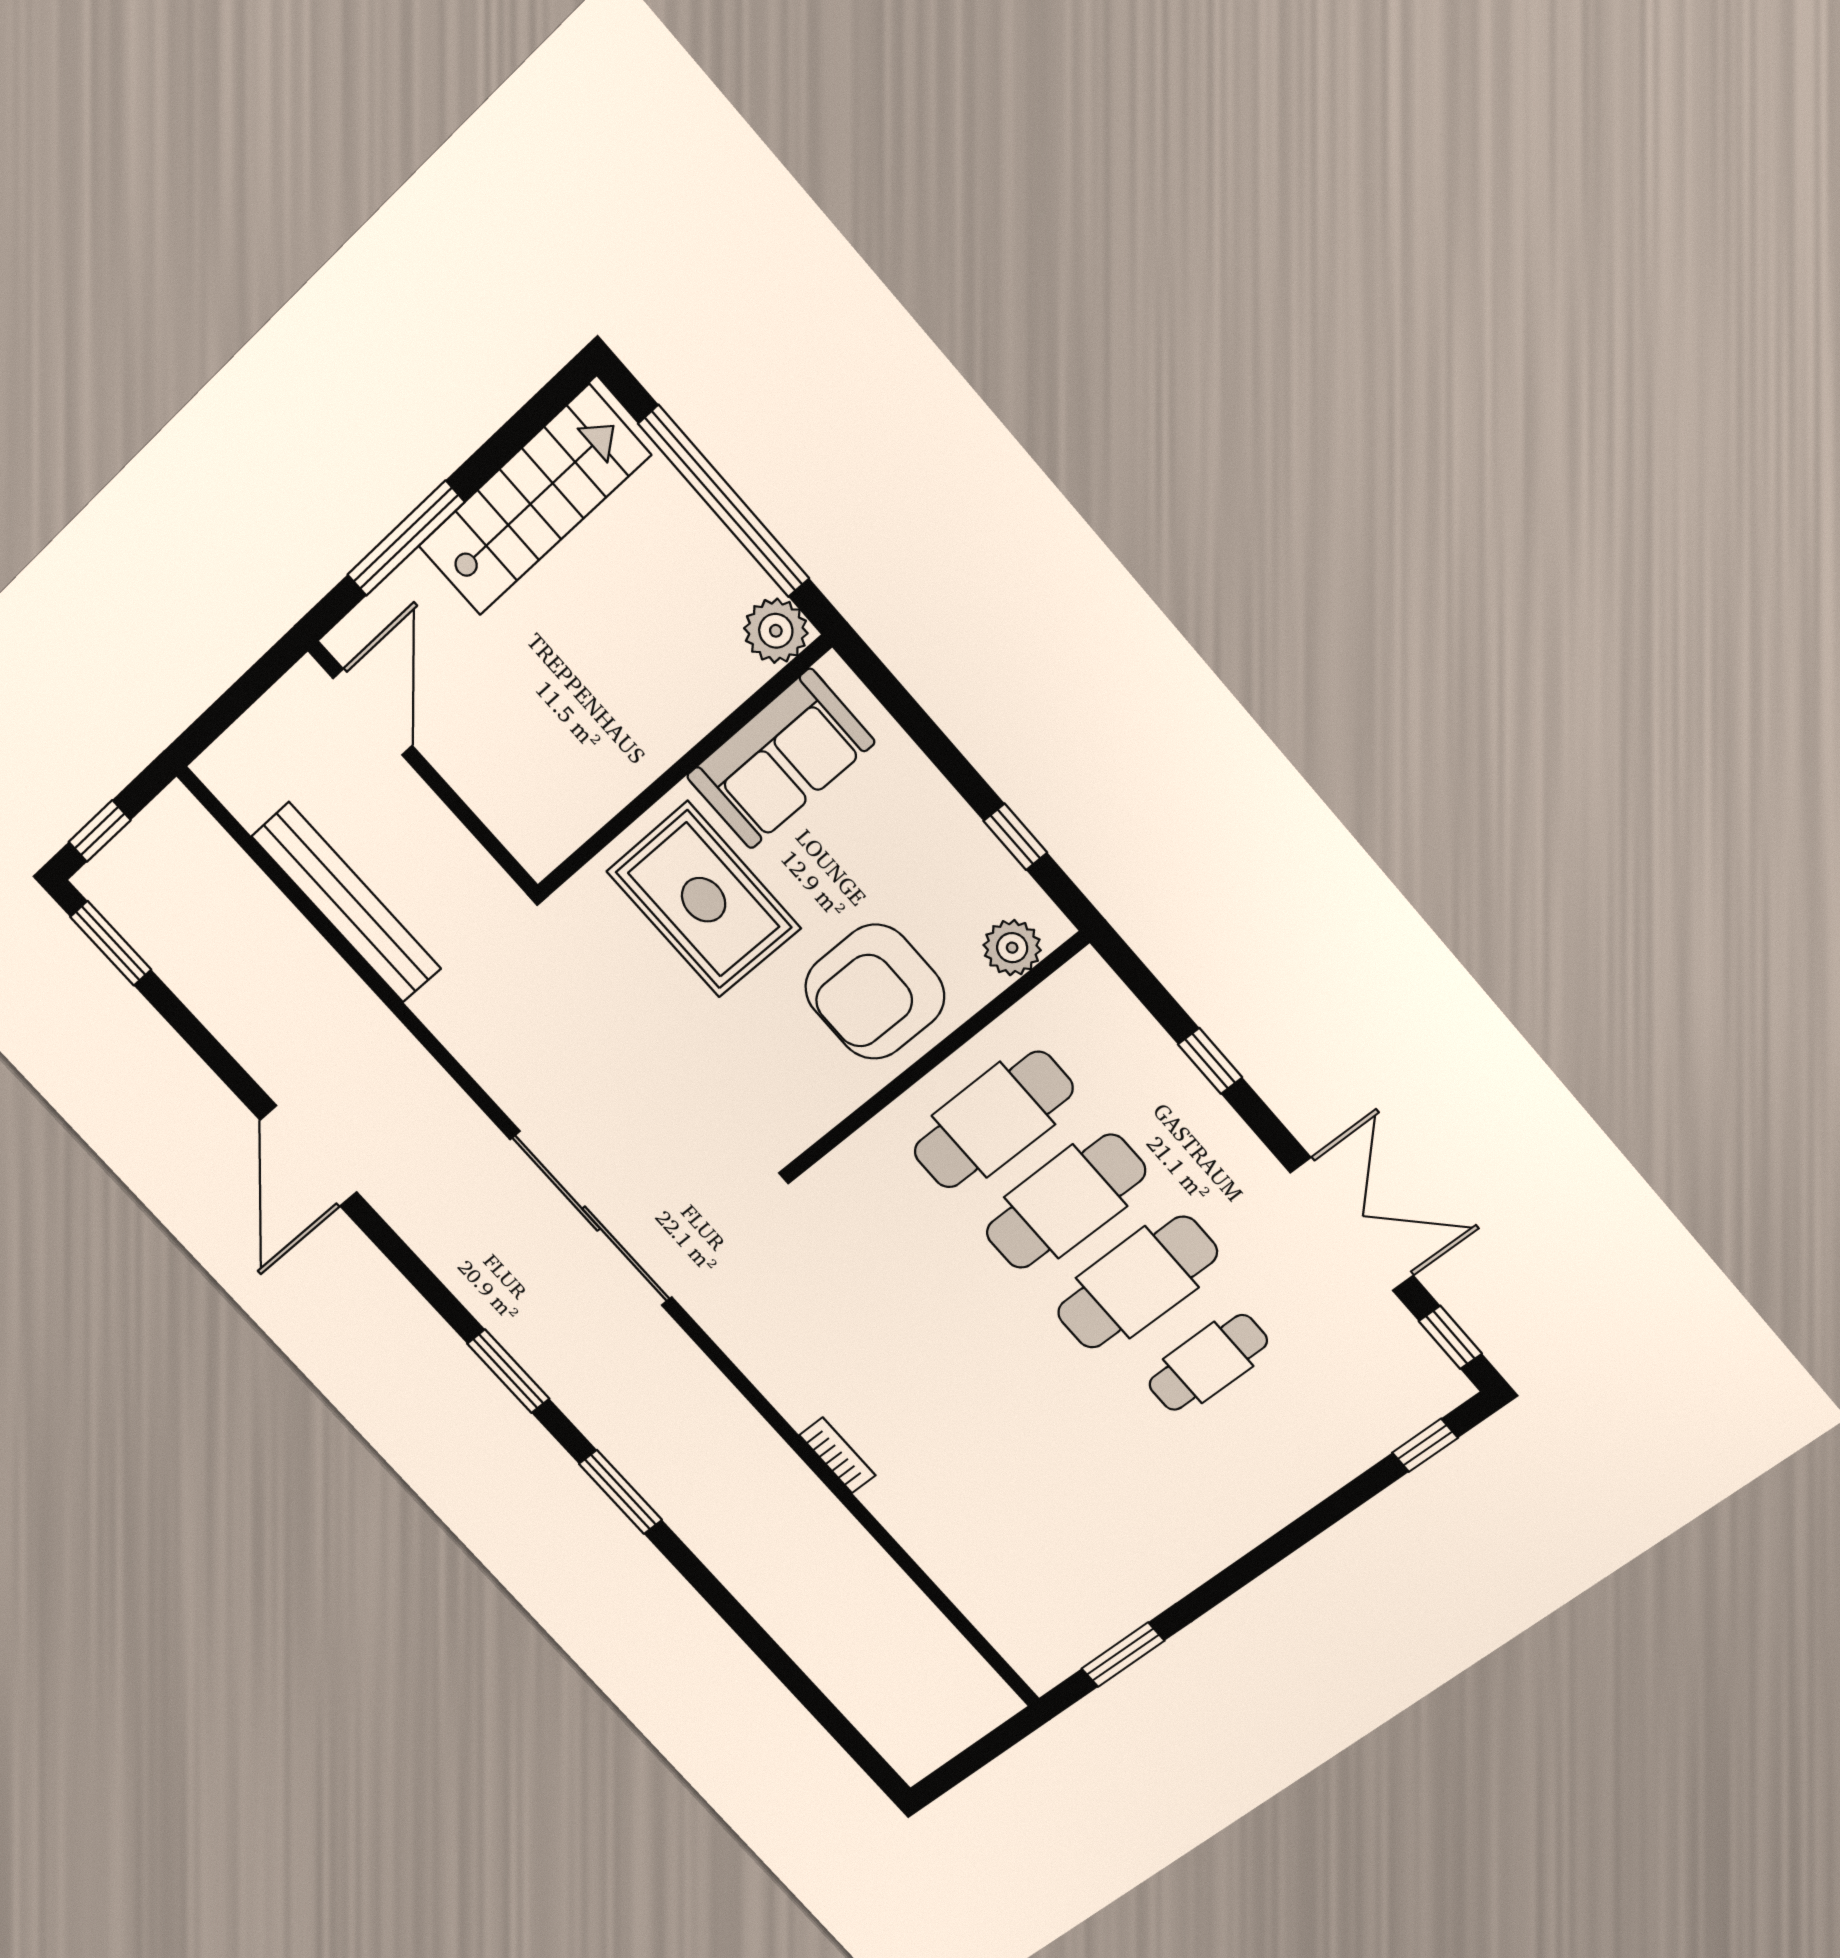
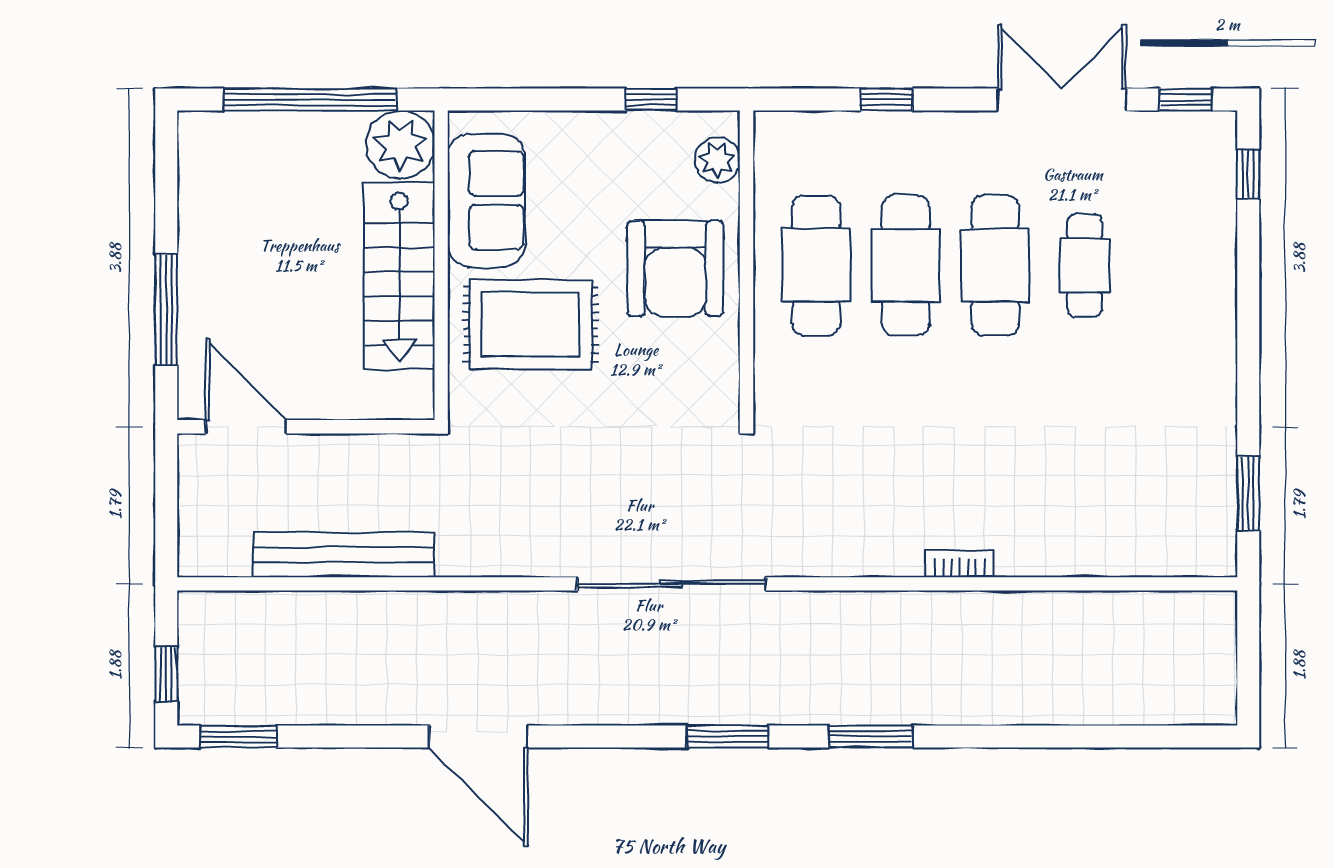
stairs: (534, 501) -> (399, 276), moved, turned 180
plant: (776, 631) -> (400, 145), width x1.36, depth x1.36

